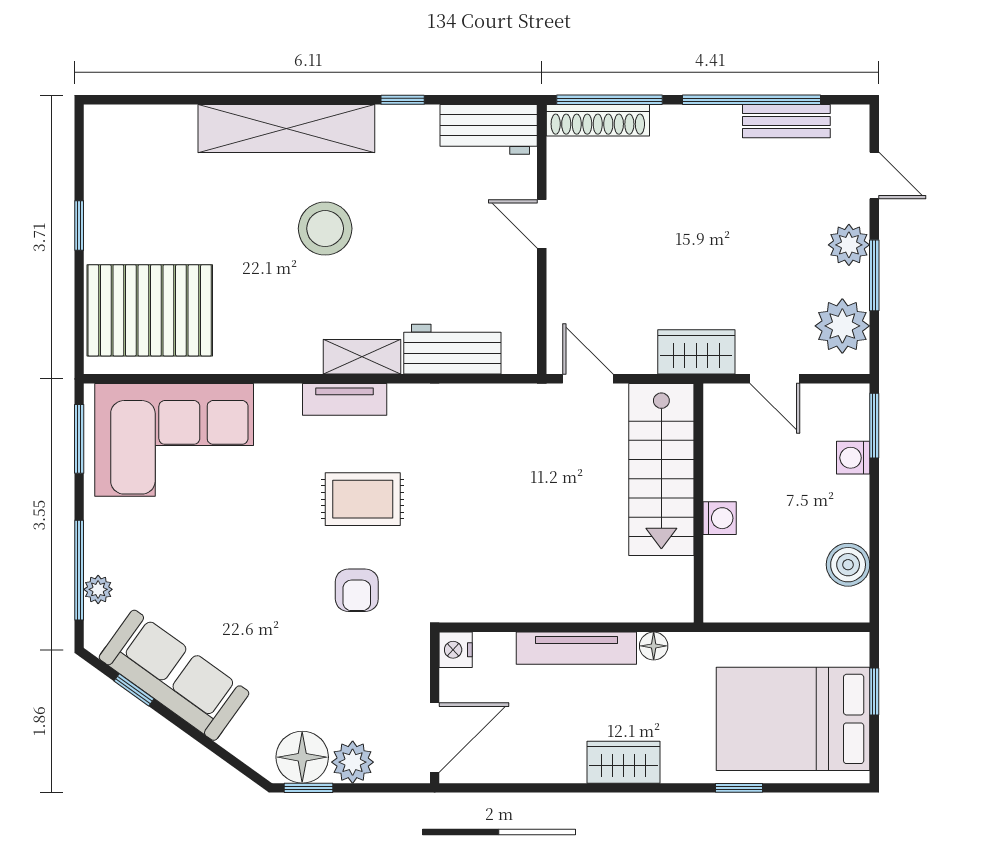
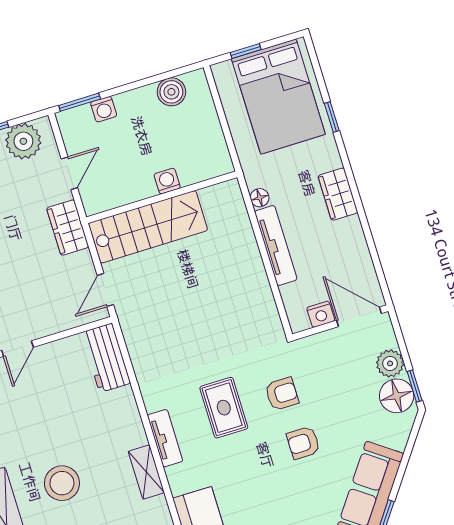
workbench: (452, 349) -> (106, 358), moved
shelving: (362, 357) -> (146, 472), moved
armchair: (276, 600) -> (303, 443), added
nightstand: (456, 650) -> (321, 314), moved

